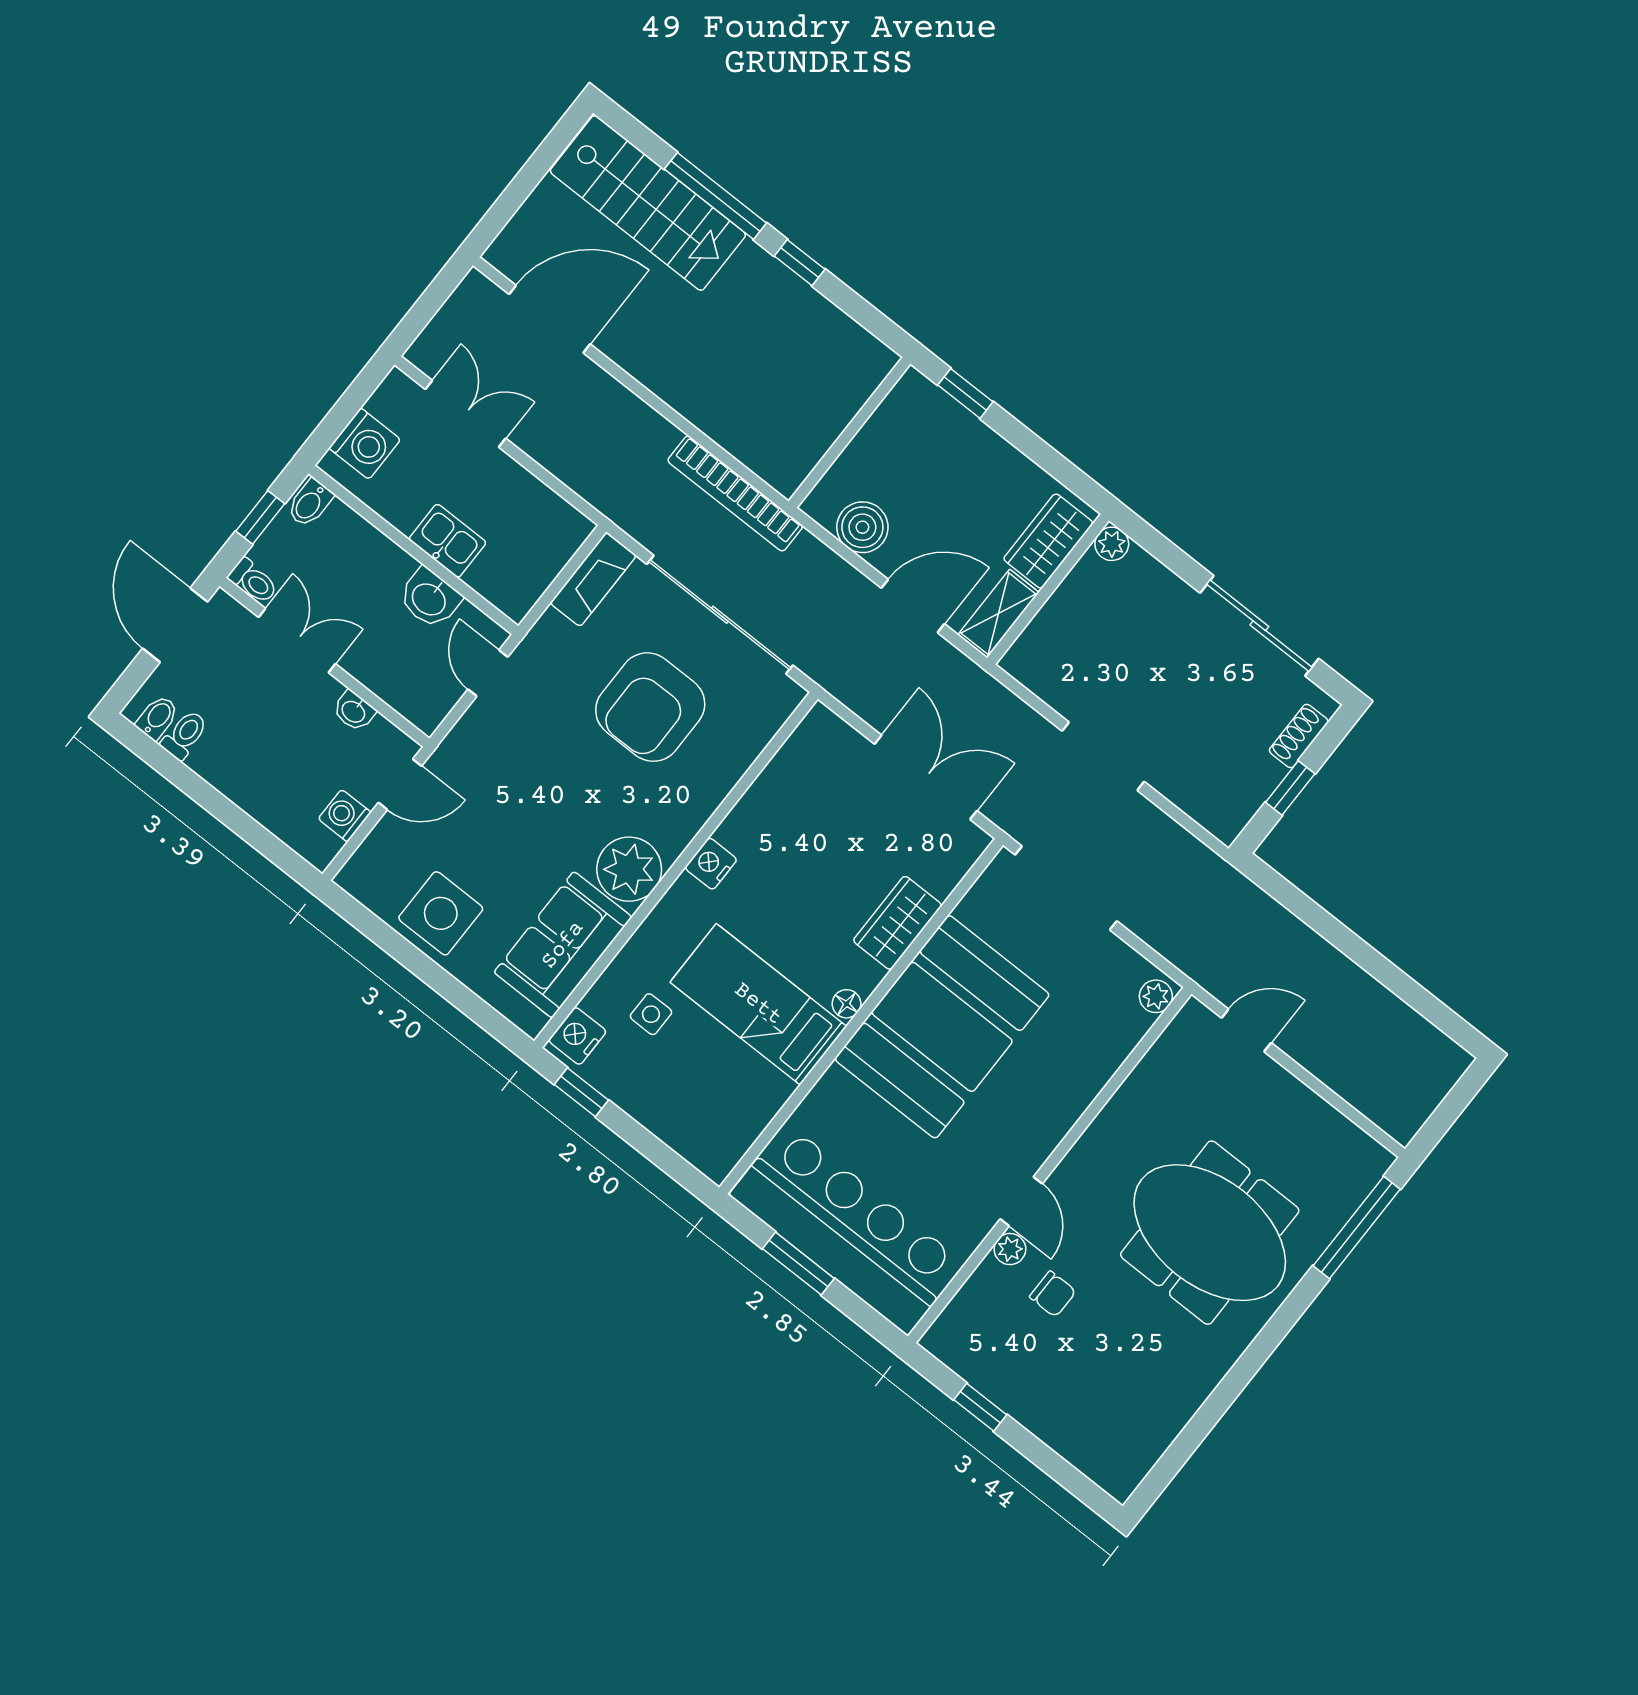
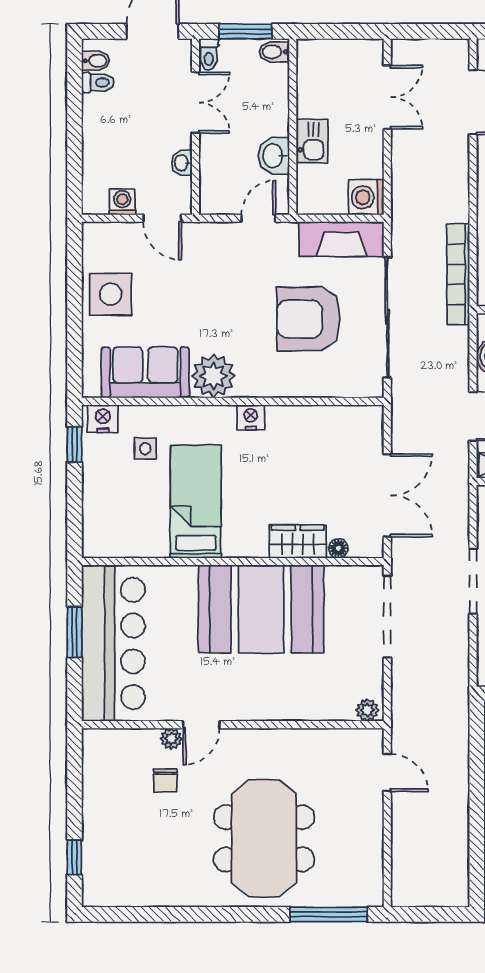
washing machine: (365, 444) -> (366, 197), moved, turned 90
window: (260, 517) -> (246, 31), width x1.50
fireplace: (593, 579) -> (341, 239), width x1.37, depth x1.32
floor lamp: (847, 1004) -> (338, 548), moved
window: (980, 1407) -> (74, 857), moved

